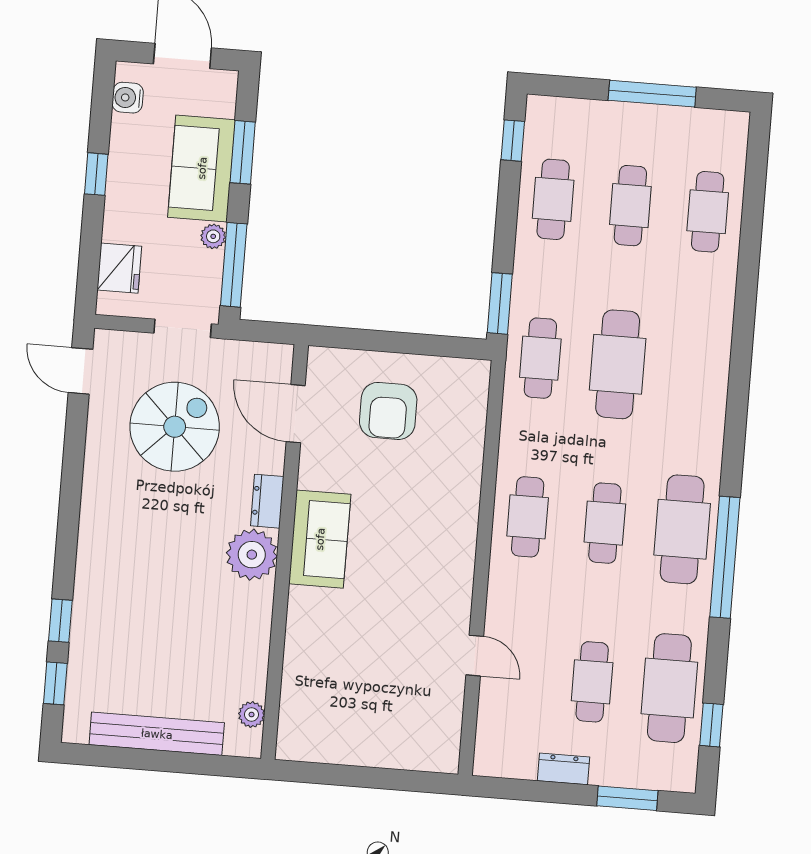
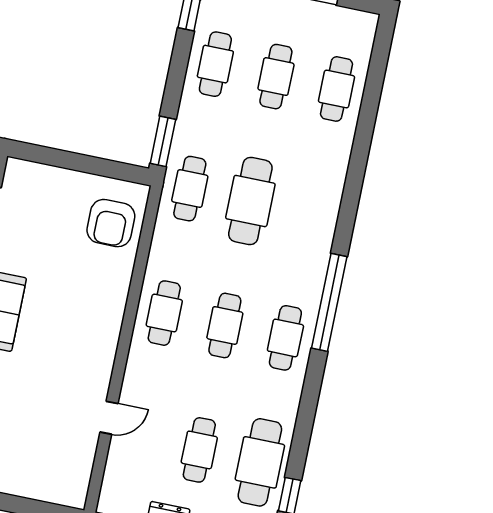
armchair: (388, 411) -> (111, 223), moved
cafe table: (682, 529) -> (285, 338), width x0.73, depth x0.74
window: (725, 557) -> (329, 302), moved
door: (475, 656) -> (109, 418), hinge flipped

